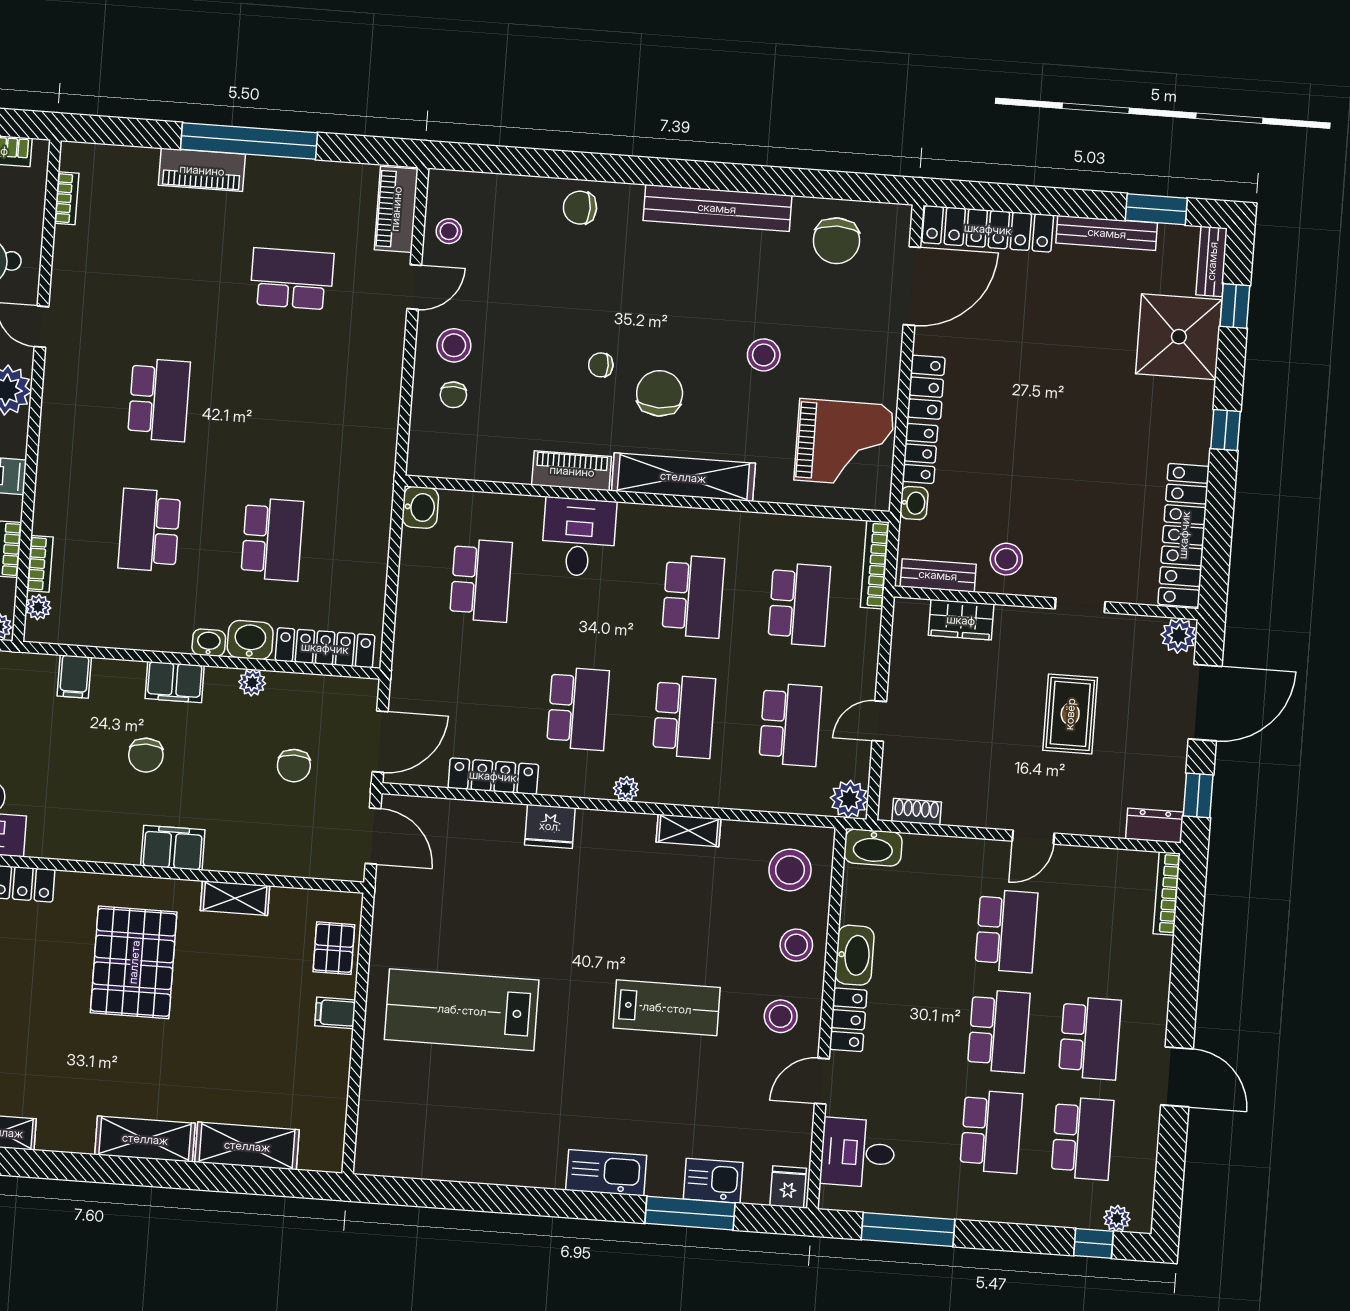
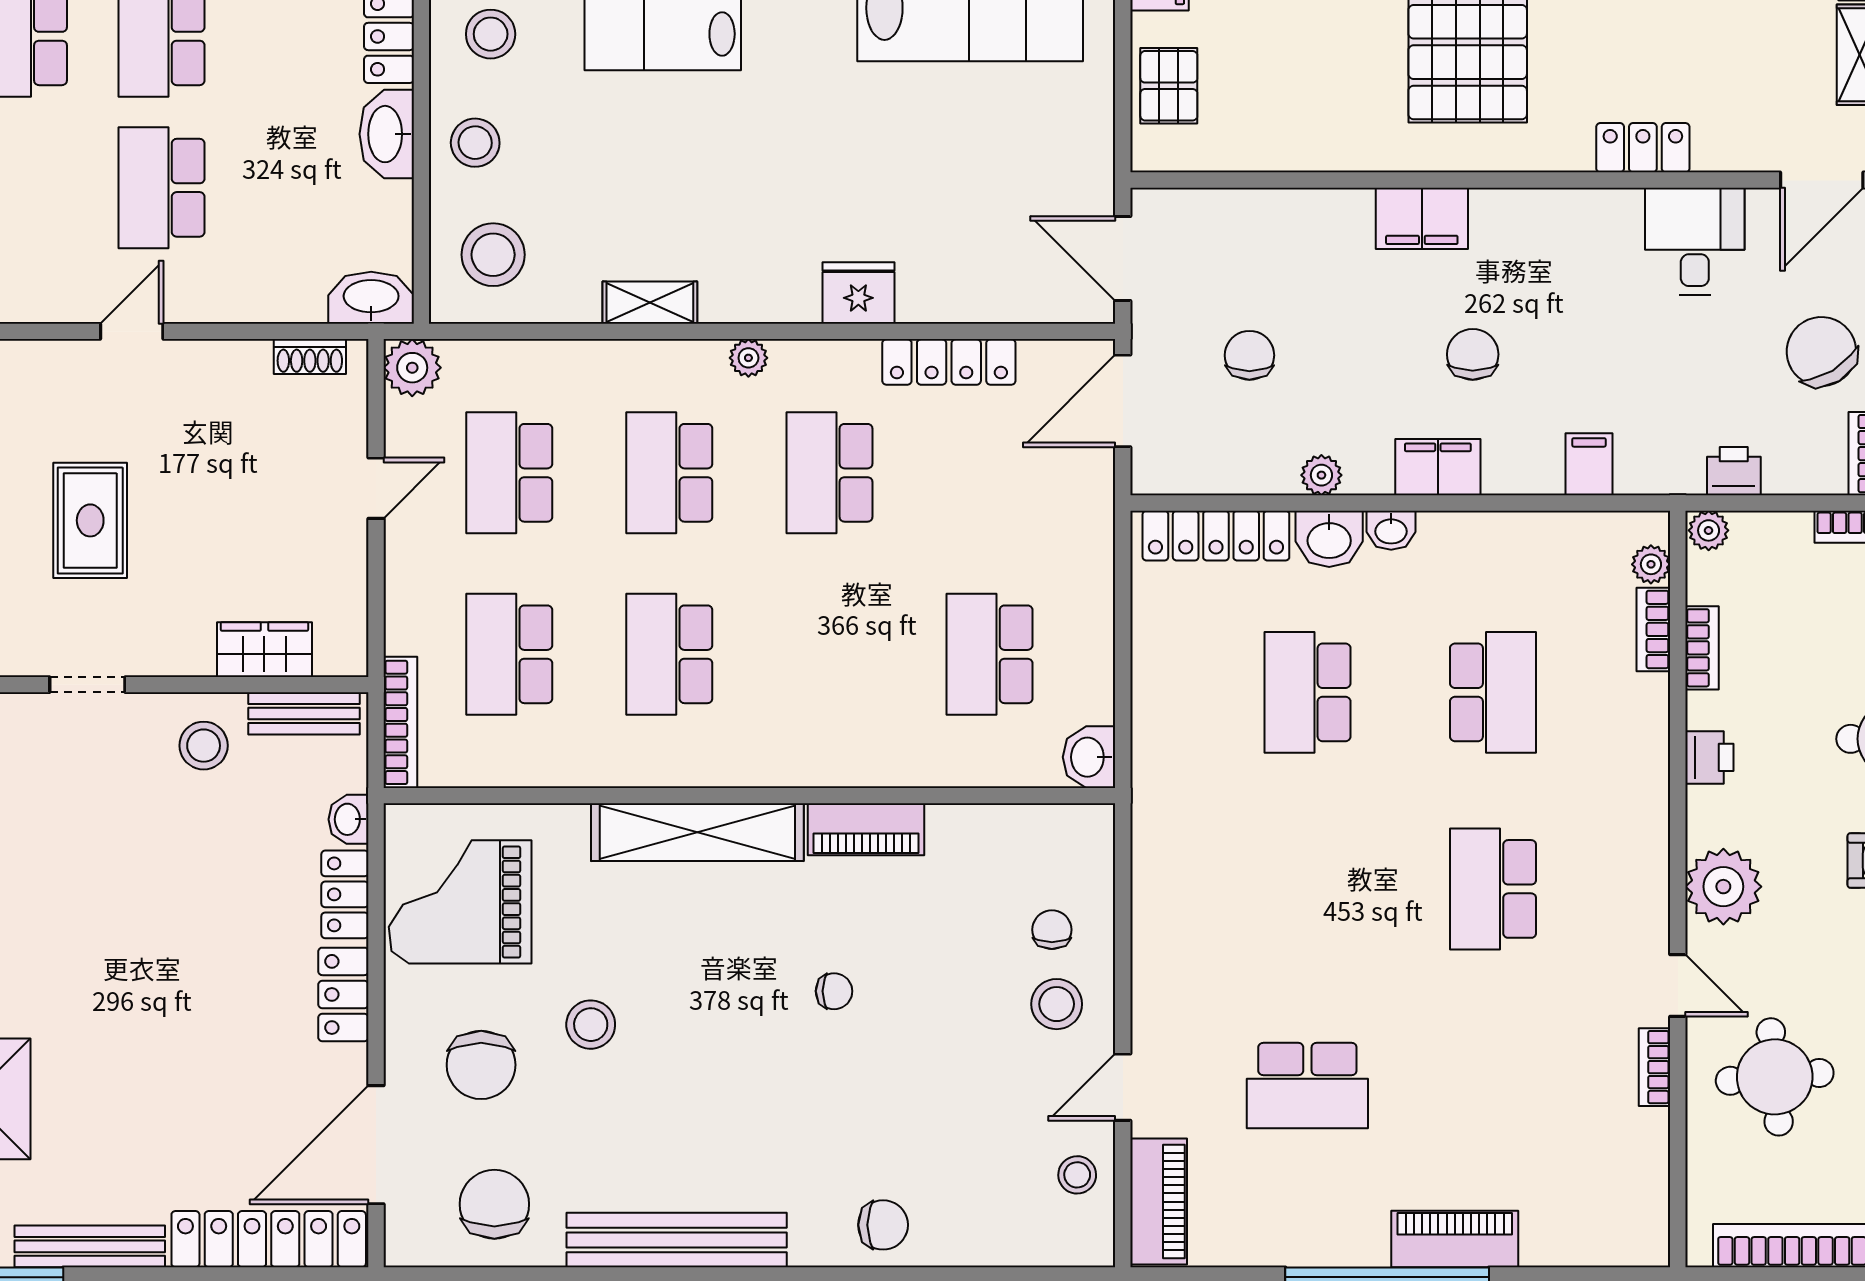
bookcase: (67, 198) -> (1655, 1067), moved
chair: (660, 393) -> (481, 1065), moved
desk: (579, 537) -> (848, 730), removed
shelving: (235, 898) -> (1323, 150), removed

